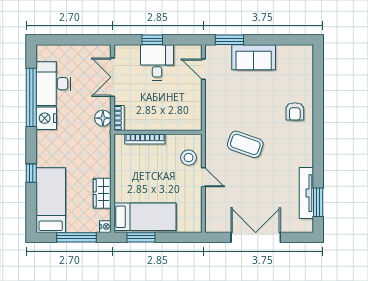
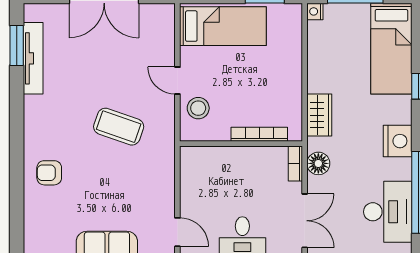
armchair: (295, 111) -> (49, 173), turned -90
nightstand: (46, 118) -> (398, 141), moved
wardrobe: (102, 193) -> (319, 115), moved
bed: (145, 217) -> (223, 26), moved, turned 180

